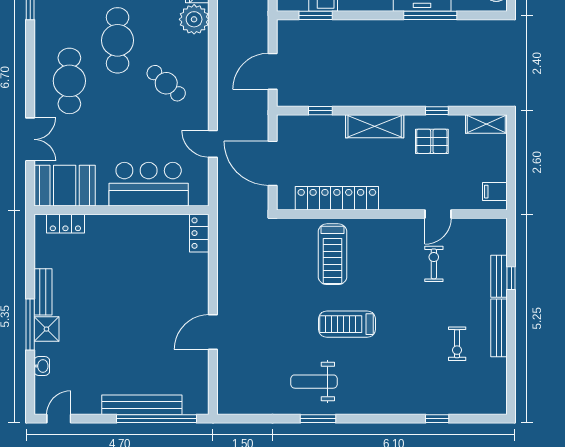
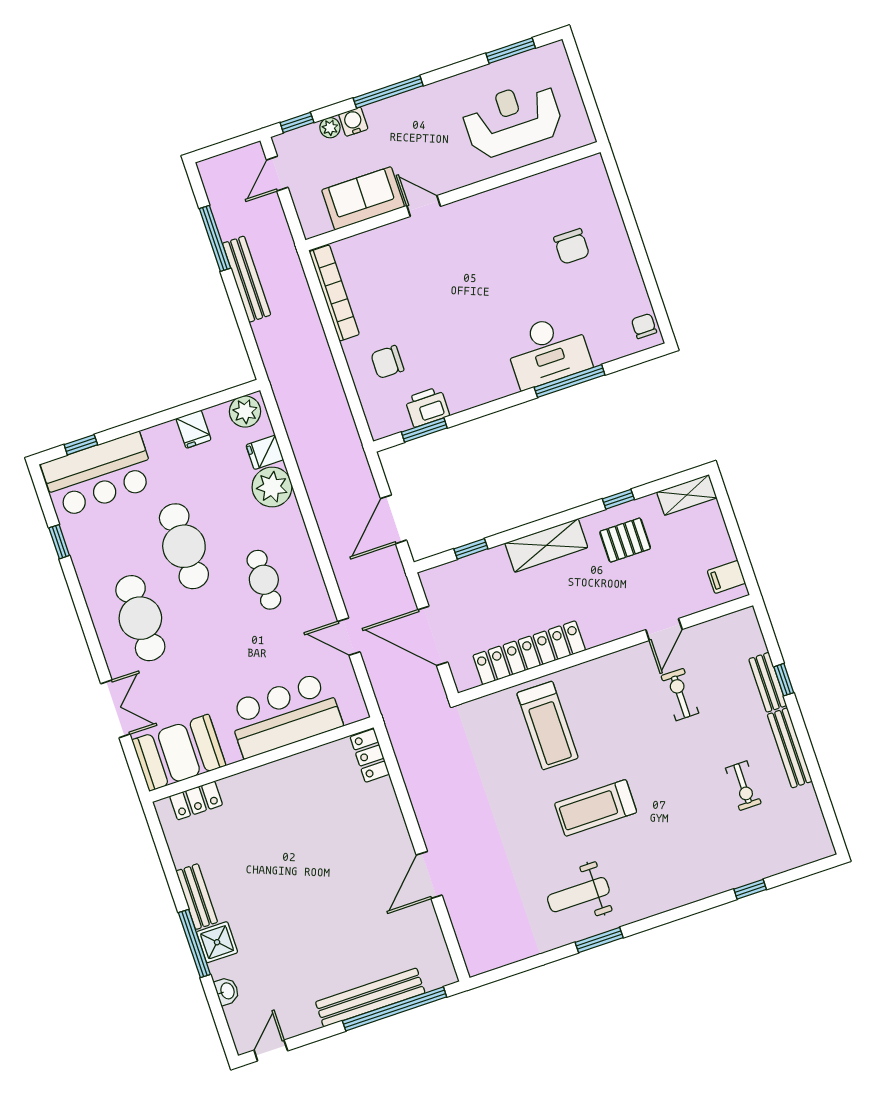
cafe table: (166, 83) -> (264, 580), turned 48

